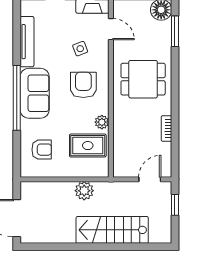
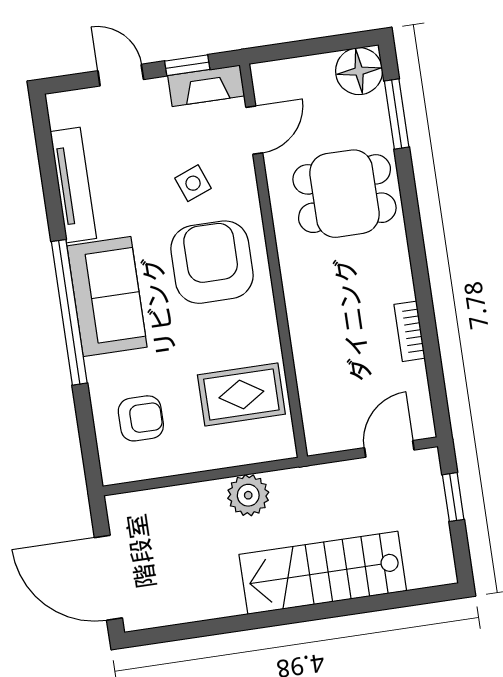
door: (111, 29) -> (254, 130), hinge flipped
dining table: (143, 79) -> (345, 194), moved
armchair: (83, 85) -> (212, 262), width x1.36, depth x1.36
plant: (102, 122) -> (265, 338), removed

